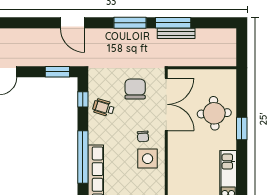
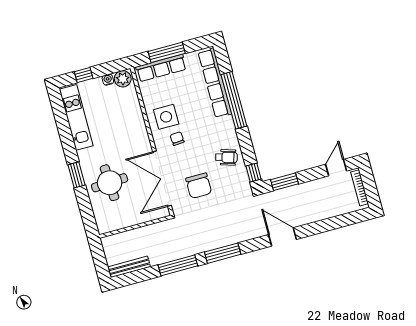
bench: (176, 33) -> (129, 267), moved
window: (83, 99) -> (254, 173), moved

